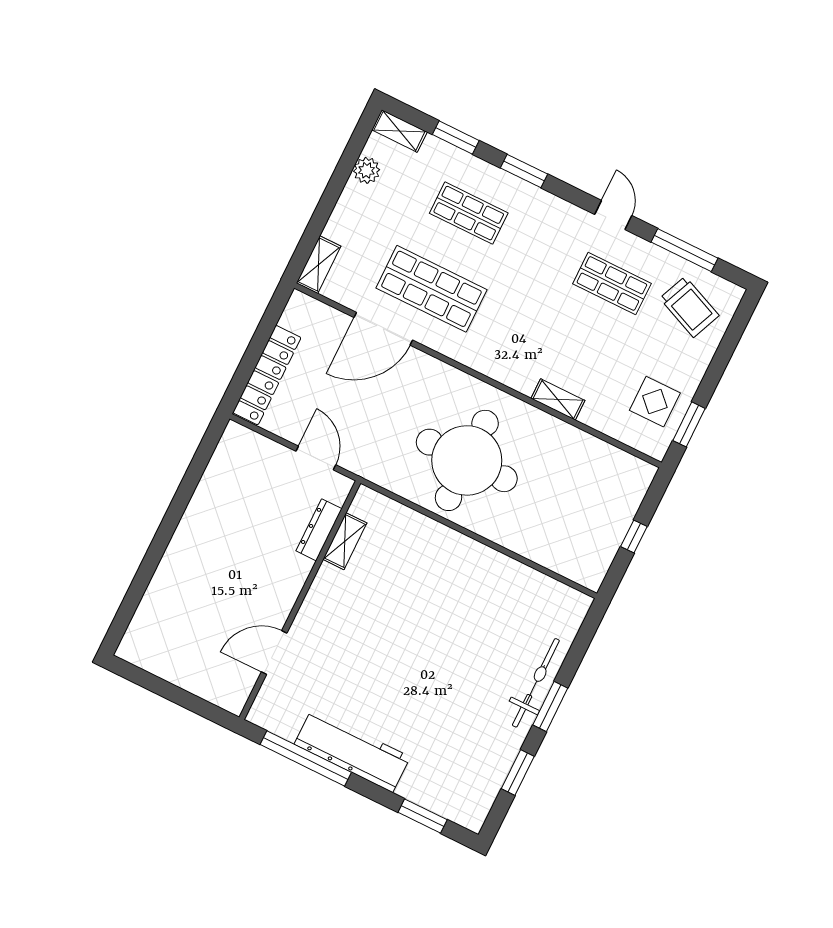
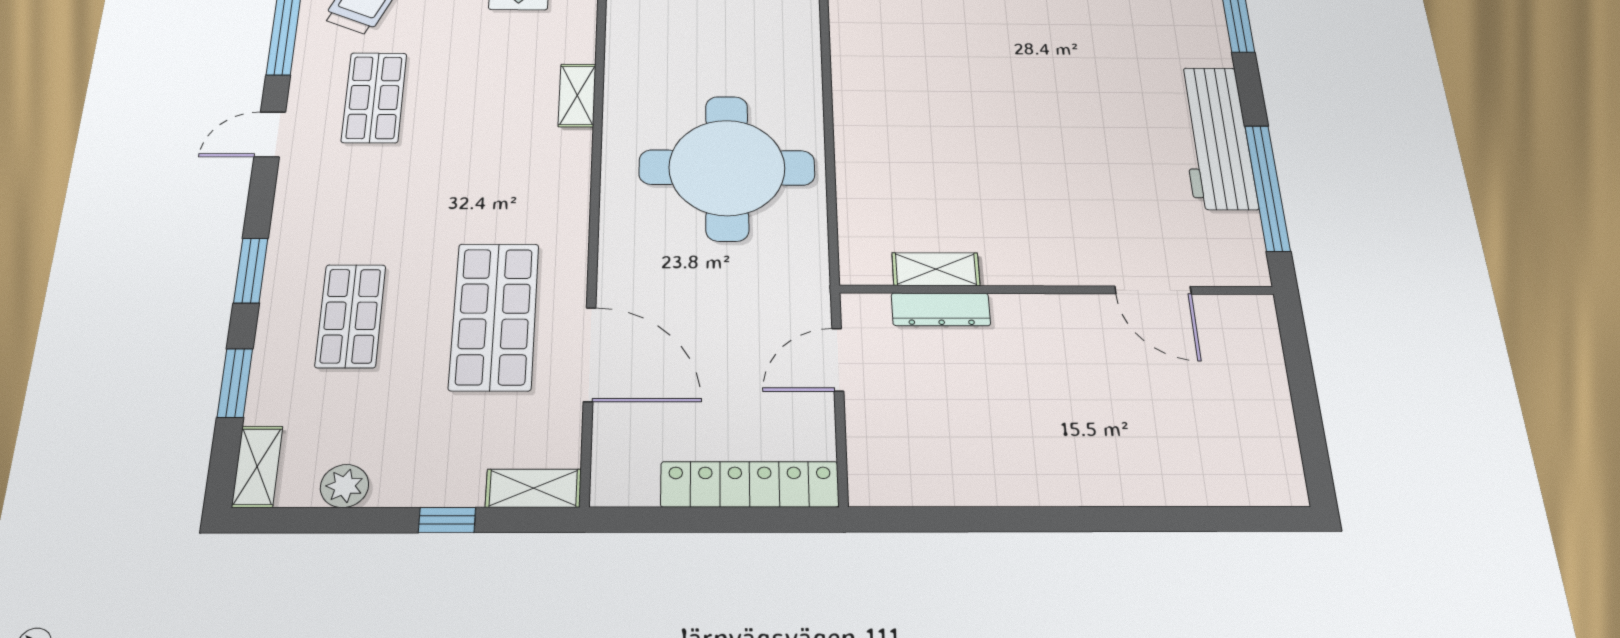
window: (322, 214) -> (447, 520), added

